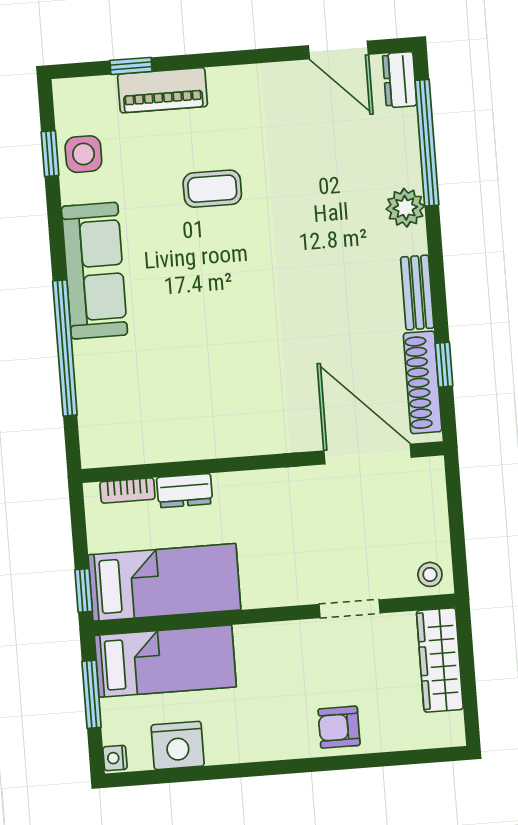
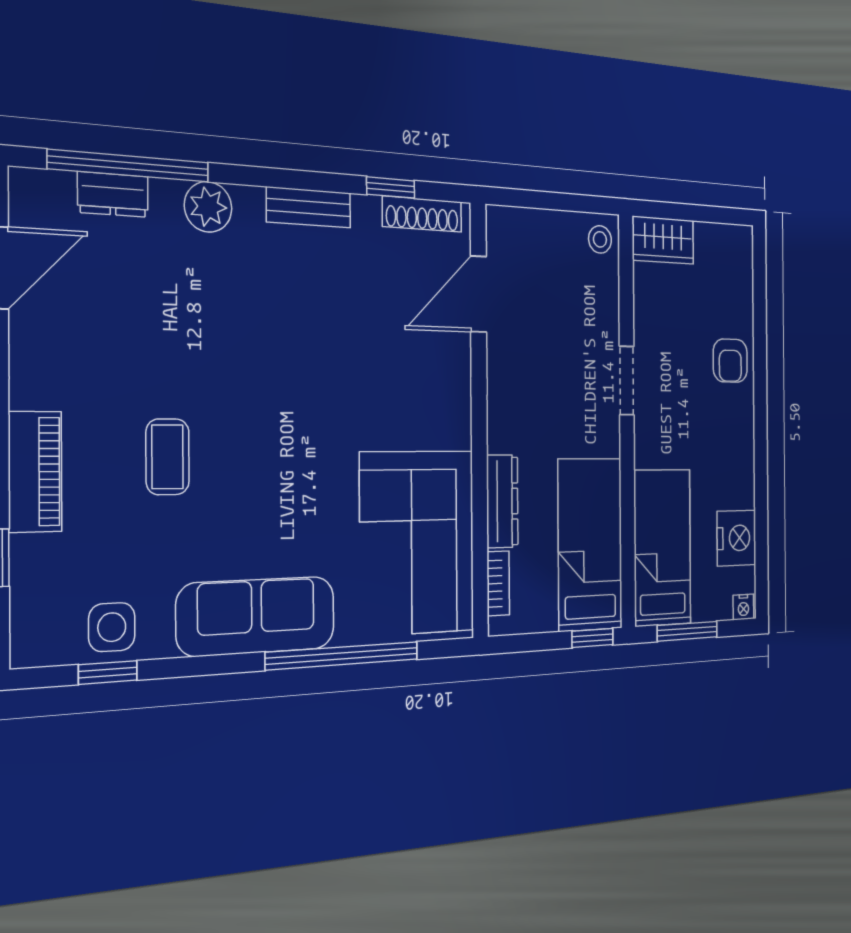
dresser: (400, 80) -> (113, 194), moved
piano: (162, 90) -> (35, 472), moved
shoe rack: (423, 382) -> (422, 214), width x0.74, depth x0.81
corner sofa: (158, 410) -> (417, 542), added
door: (368, 454) -> (479, 294), width x0.73
dresser: (185, 491) -> (502, 501), width x1.44
doorway: (350, 609) -> (627, 381), moved
wardrobe: (440, 660) -> (663, 240), width x0.67

